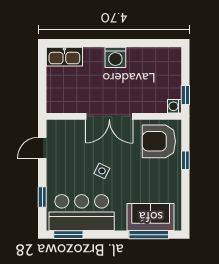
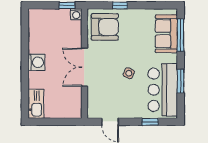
double door: (109, 116) -> (84, 67), swing flipped
armchair: (159, 141) -> (105, 27), turned -90
window: (68, 235) -> (181, 81), moved

